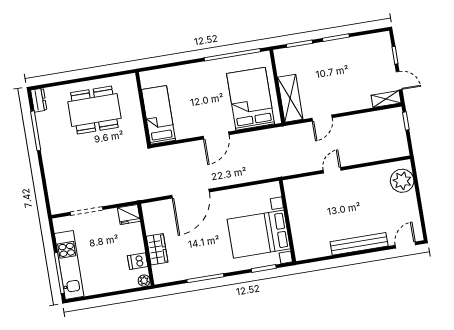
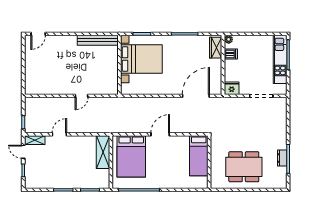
dresser: (39, 100) -> (282, 158), moved
door: (322, 118) -> (59, 134), moved
plant: (402, 181) -> (33, 80), removed
door: (190, 194) -> (196, 96), moved
bench: (359, 244) -> (98, 40), moved
wardrobe: (157, 249) -> (216, 48), moved

